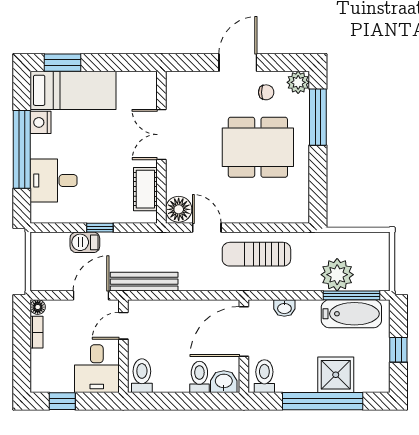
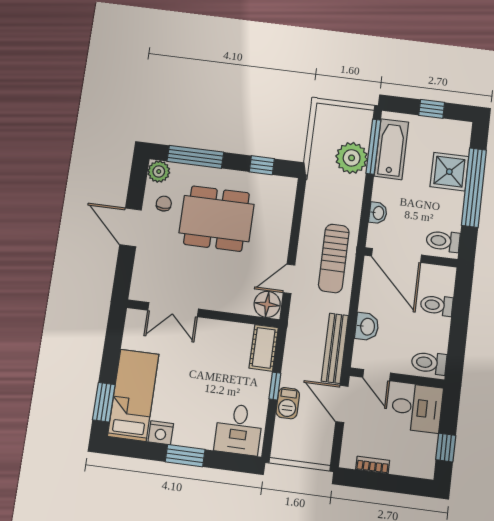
double door: (161, 135) -> (173, 310), moved
dining table: (258, 147) -> (217, 219), turned 90
window: (22, 149) -> (185, 456), width x0.47
desk: (54, 180) -> (239, 429), moved
window: (318, 185) -> (262, 165), added
cot: (145, 189) -> (264, 348), moved, turned 90
sun lounger: (256, 254) -> (334, 258), moved
floor lamp: (38, 307) -> (347, 460), removed
washbasin: (224, 382) -> (367, 327), moved, turned 180

